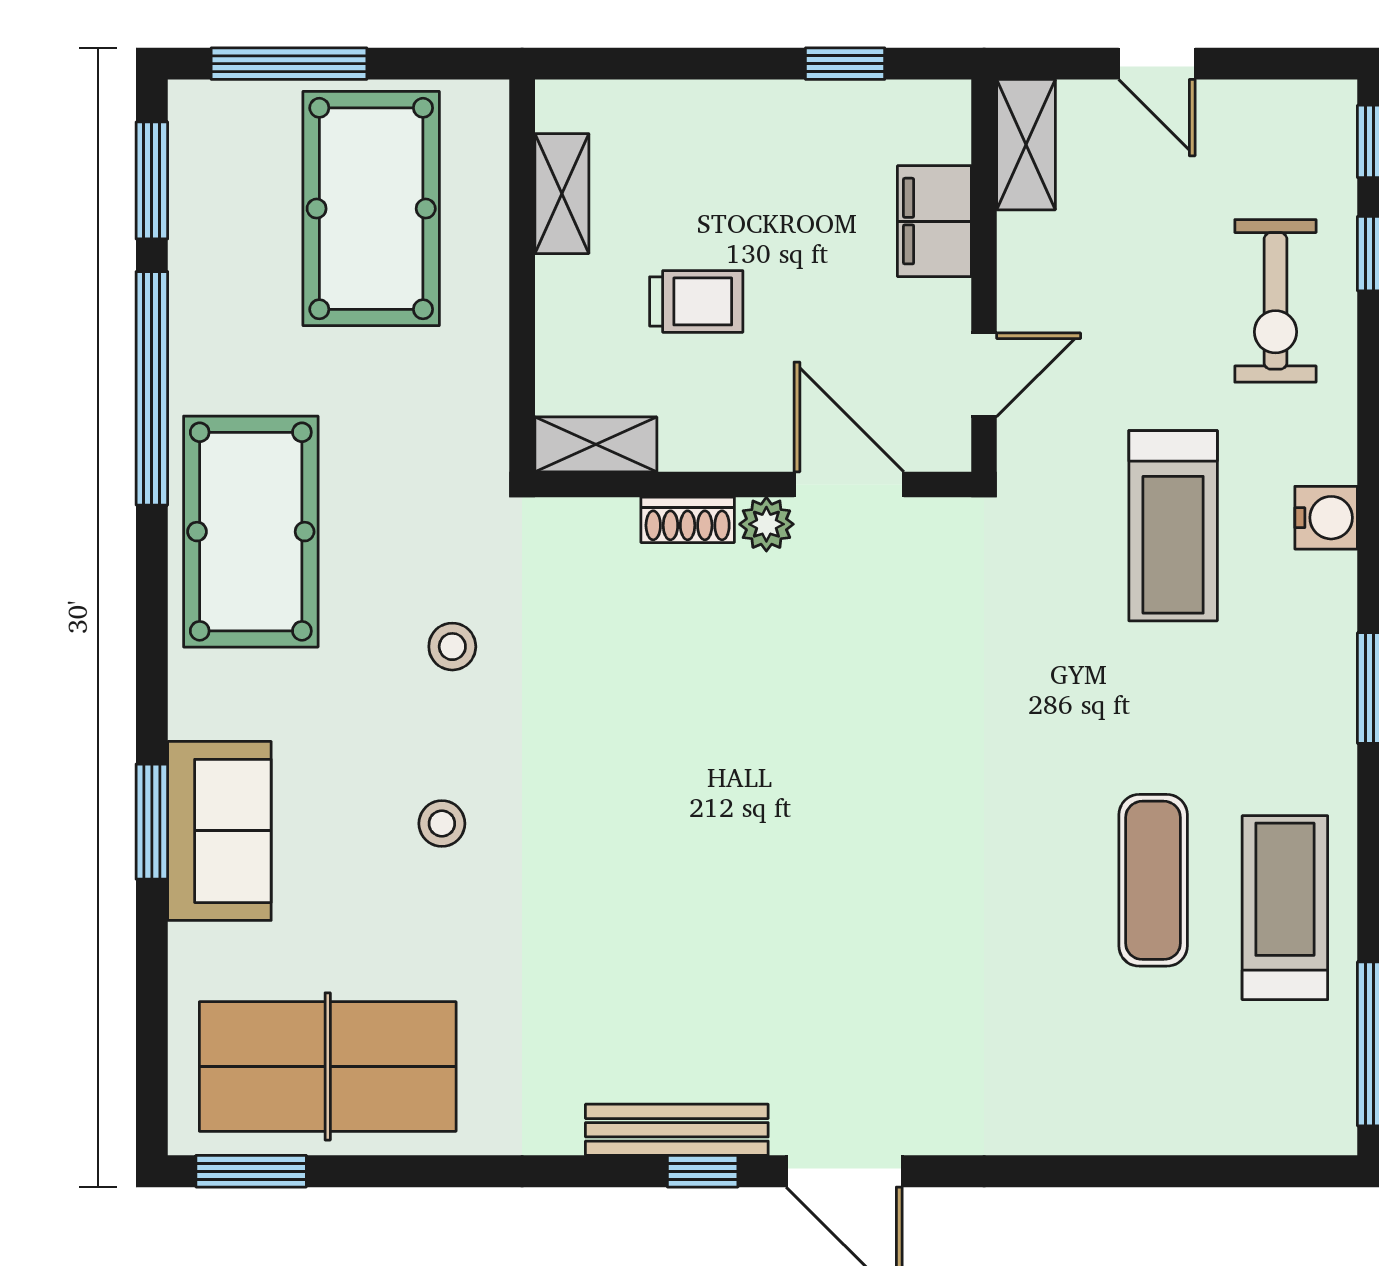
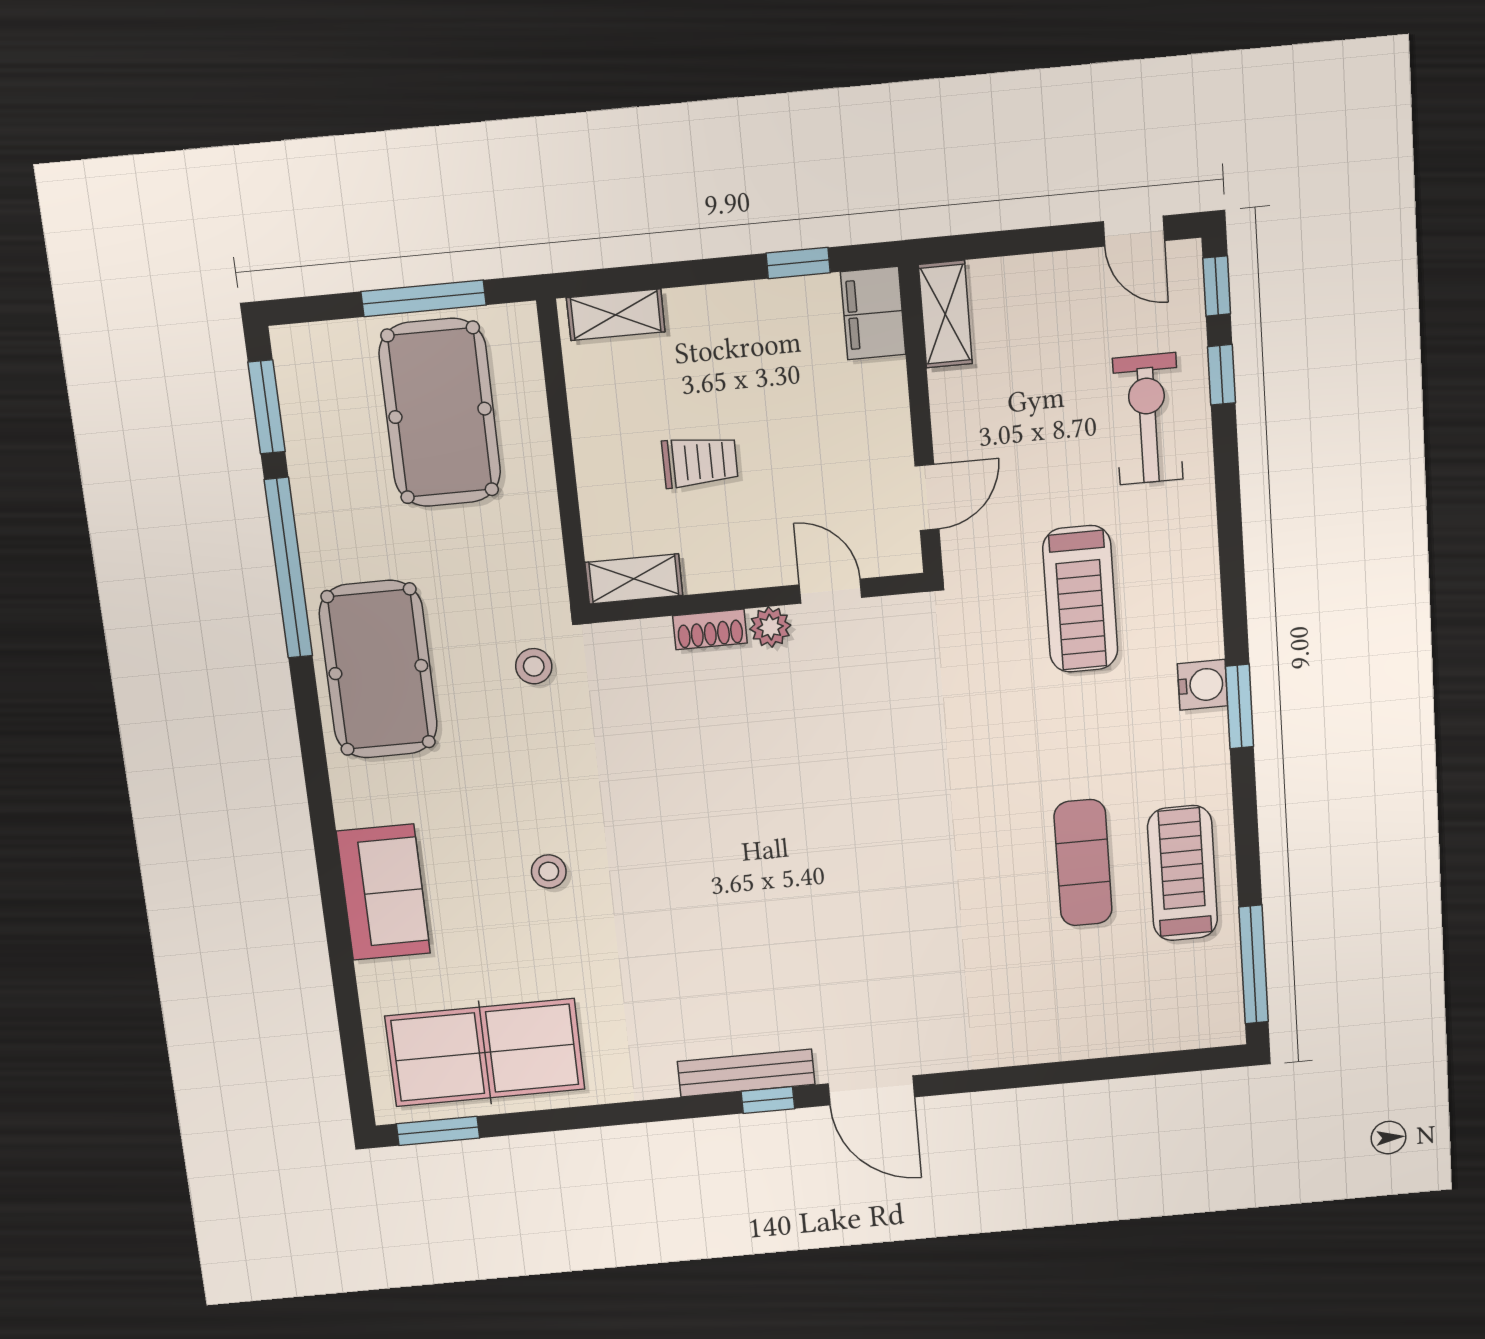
window: (289, 64) -> (424, 298), moved
door: (1157, 64) -> (1134, 231), moved
shelving: (562, 194) -> (616, 315), moved, turned 90
filing cabinet: (934, 221) -> (873, 313), moved
exercise bike: (1275, 301) -> (1148, 419), turned 180
door: (849, 485) -> (831, 591), width x0.73
water cooler: (1326, 518) -> (1203, 685), moved
stool: (452, 647) -> (534, 666), moved
window: (152, 822) -> (332, 890), removed

